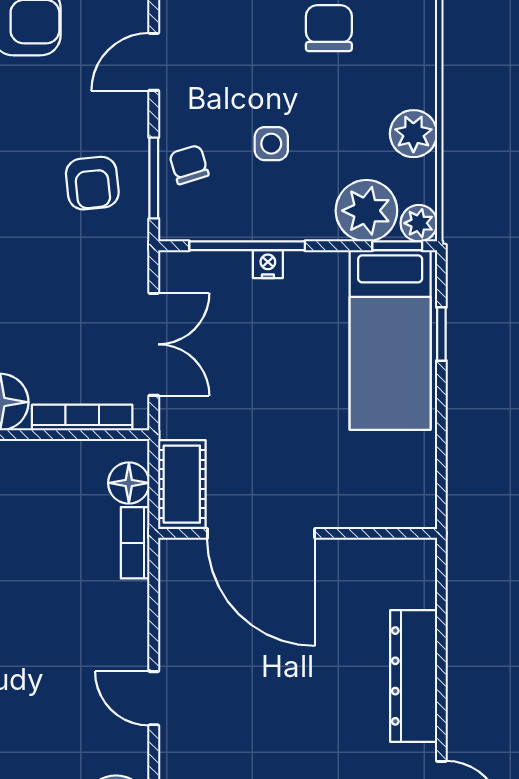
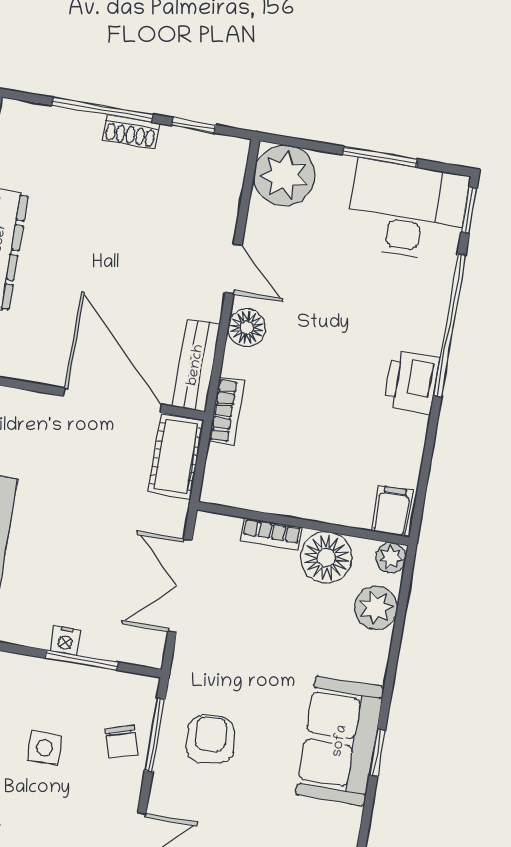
window: (247, 246) -> (81, 660), width x0.69
bookcase: (82, 417) -> (271, 534), width x0.64
floor lamp: (129, 483) -> (247, 328), moved
bench: (177, 587) -> (196, 365), added

